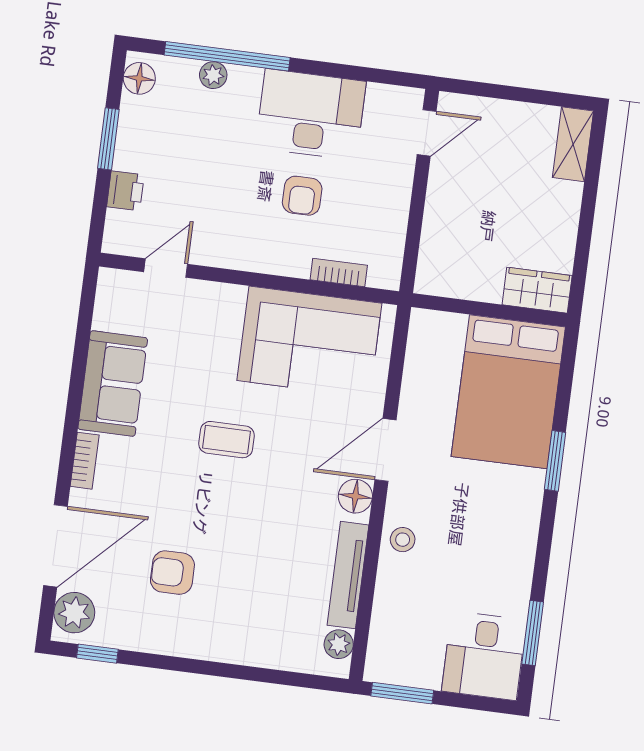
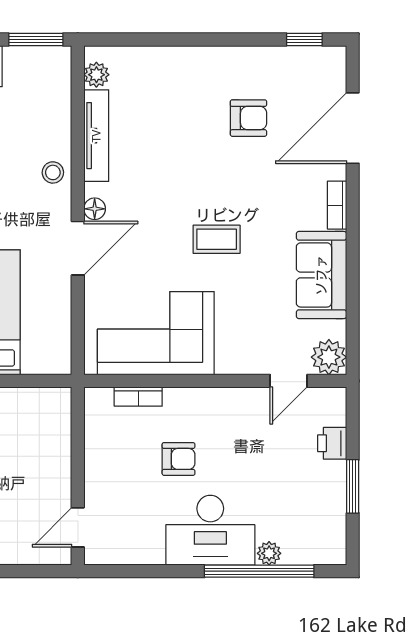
floor lamp: (139, 78) -> (333, 542), removed
desk: (311, 114) -> (210, 530), moved
armchair: (302, 196) -> (179, 459), turned 90
floor lamp: (355, 496) -> (95, 209), width x0.73, depth x0.73
plant: (74, 613) -> (329, 357), moved

